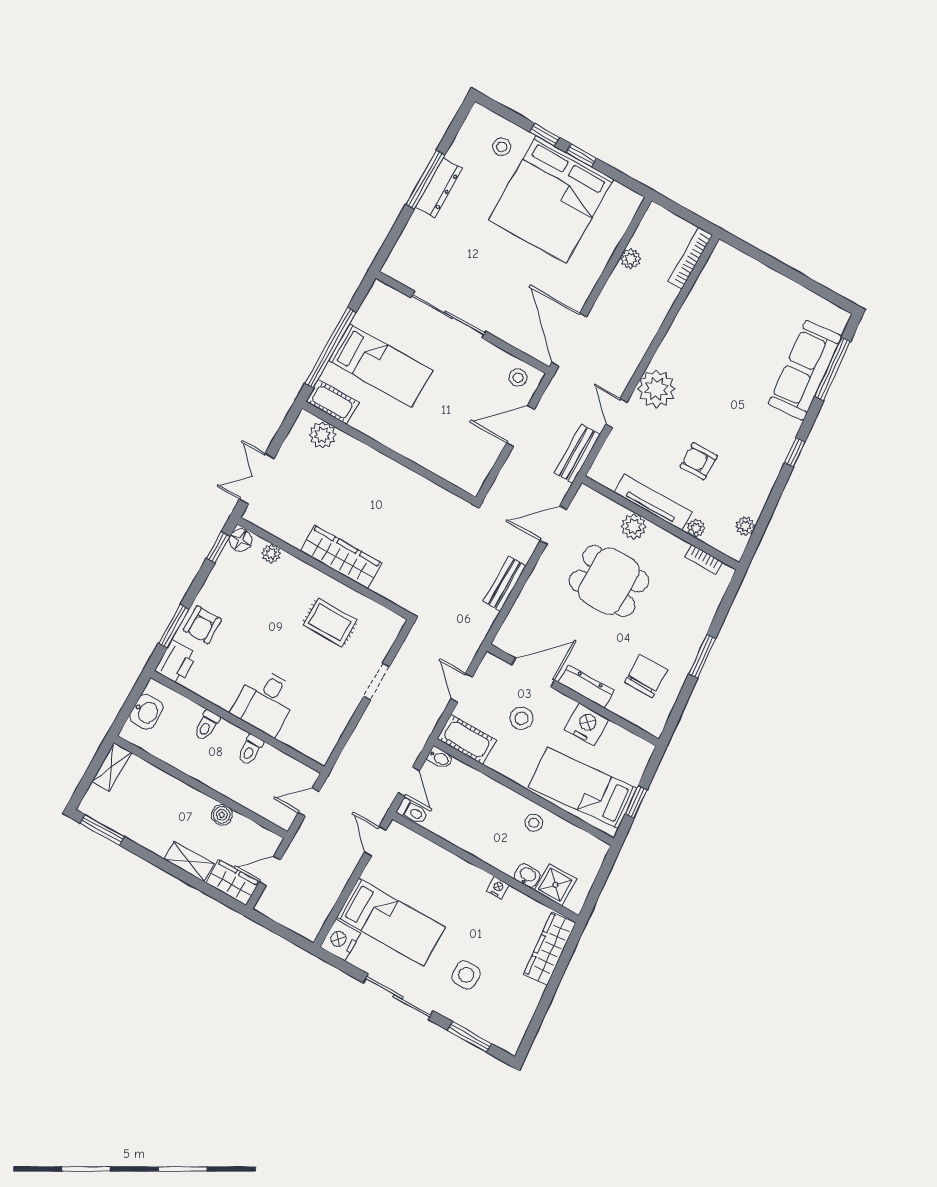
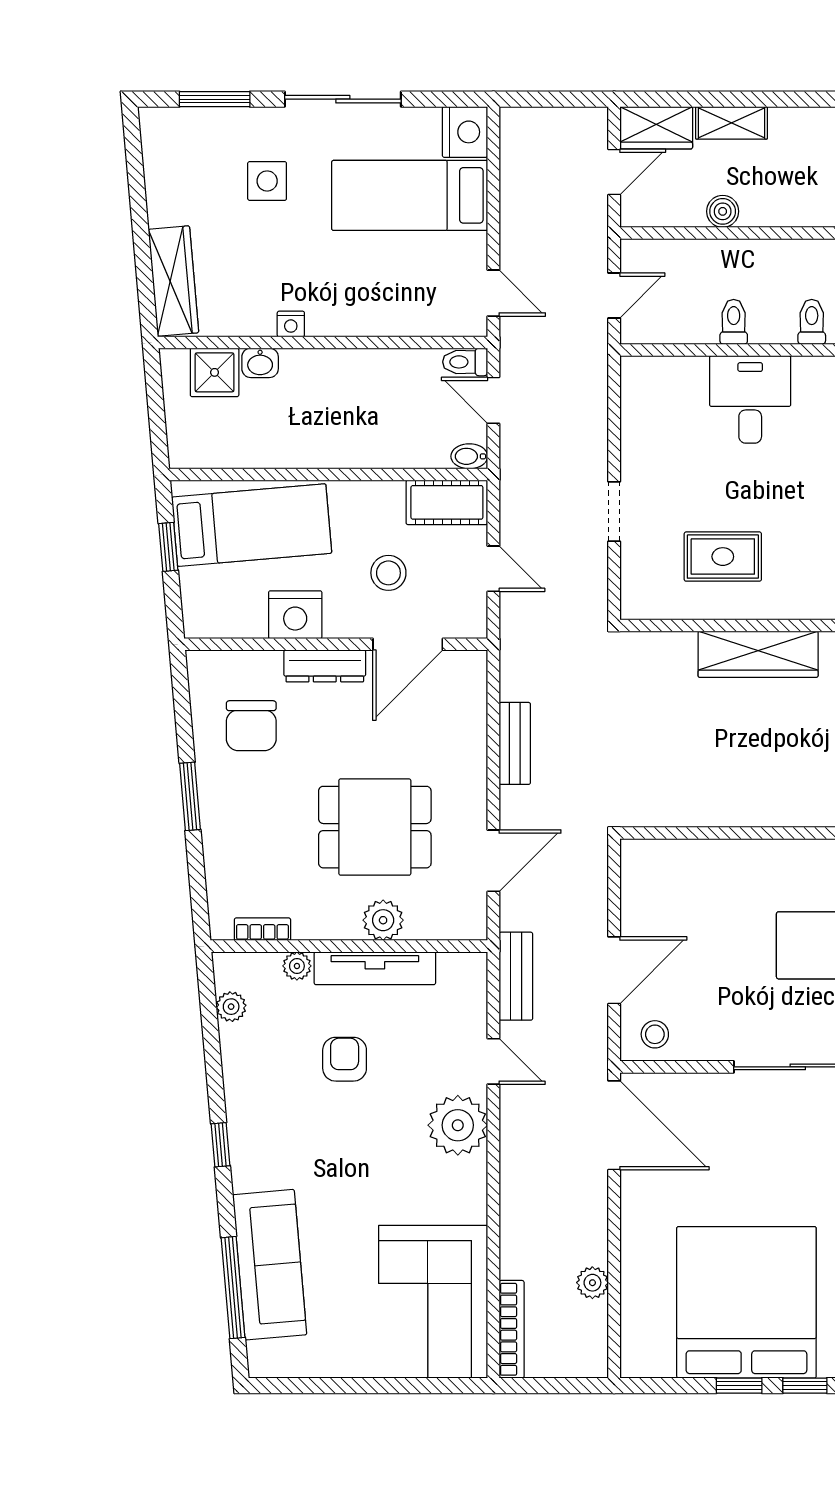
corner sofa: (725, 298) -> (433, 1302), added
armchair: (699, 461) -> (345, 1059), turned -90
stool: (534, 823) -> (292, 440), removed

